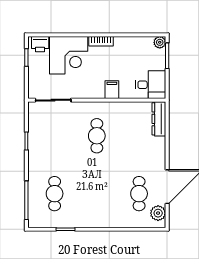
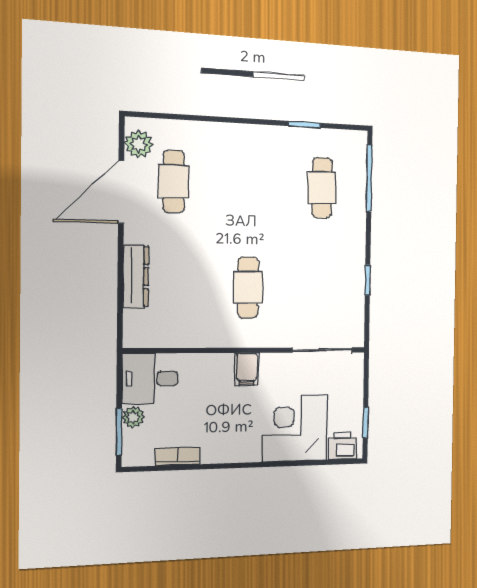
bookcase: (101, 41) -> (178, 456), moved
plant: (160, 42) -> (133, 417), moved
filing cabinet: (112, 90) -> (247, 369), moved
dresser: (159, 119) -> (136, 276), moved

